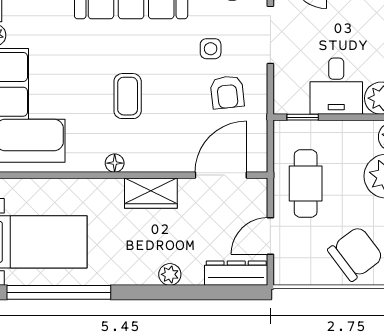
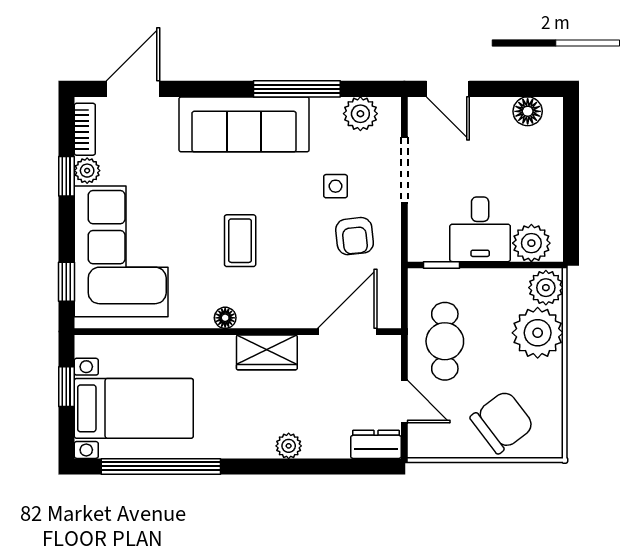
door: (270, 236) -> (404, 402), swing flipped
dresser: (236, 273) -> (376, 444), width x0.70

